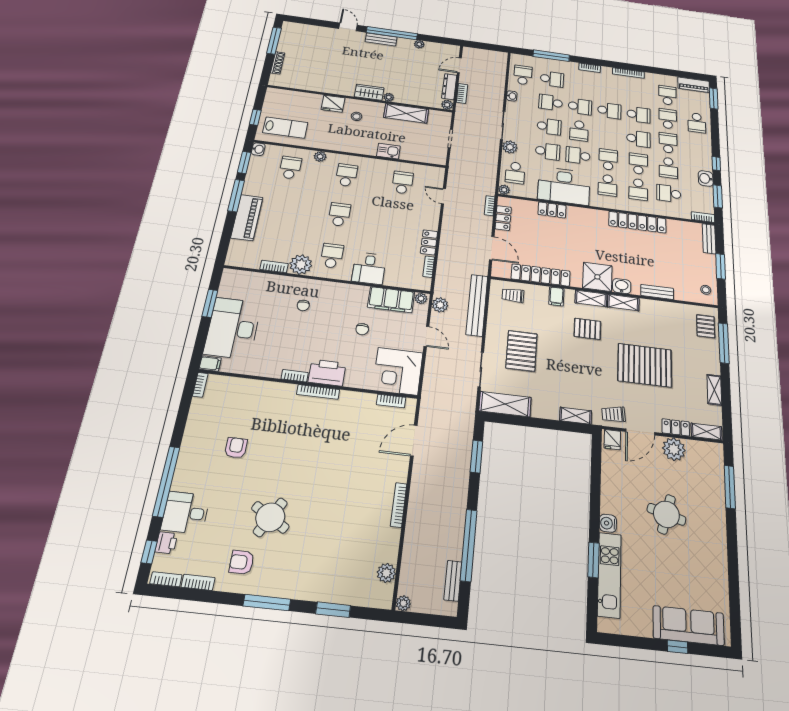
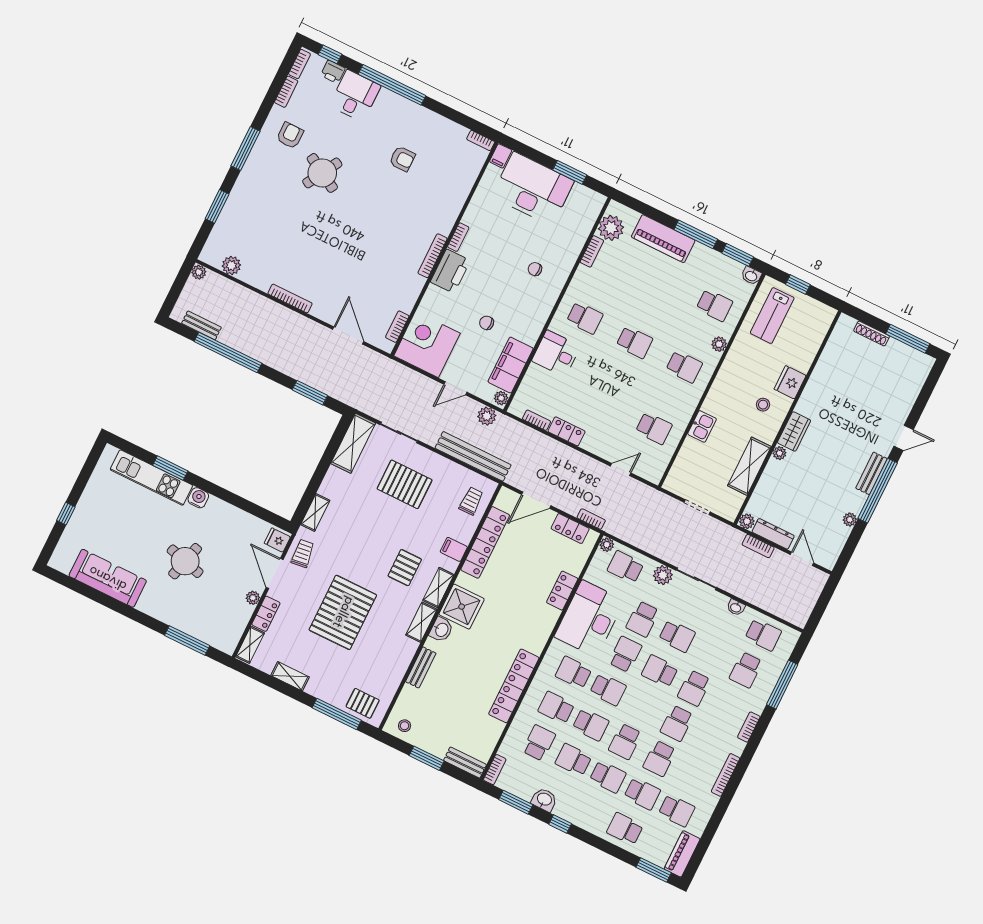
school desk: (551, 102) -> (711, 653), removed
school desk: (549, 127) -> (677, 636), turned -90
plant: (301, 265) -> (611, 228), moved
plant: (674, 449) -> (253, 598), width x0.53, depth x0.53
sofa: (688, 626) -> (108, 578), moved, turned -90

